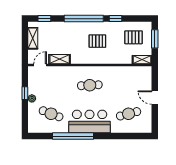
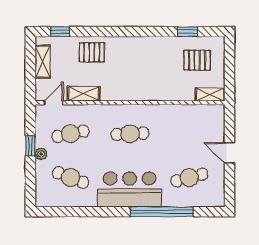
window: (84, 19) -> (121, 32), removed
window: (115, 19) -> (188, 32), moved
window: (155, 39) -> (229, 63), removed
pallet: (97, 41) -> (92, 52), moved
cafe table: (51, 85) -> (71, 134), added
window: (73, 136) -> (162, 212), moved

